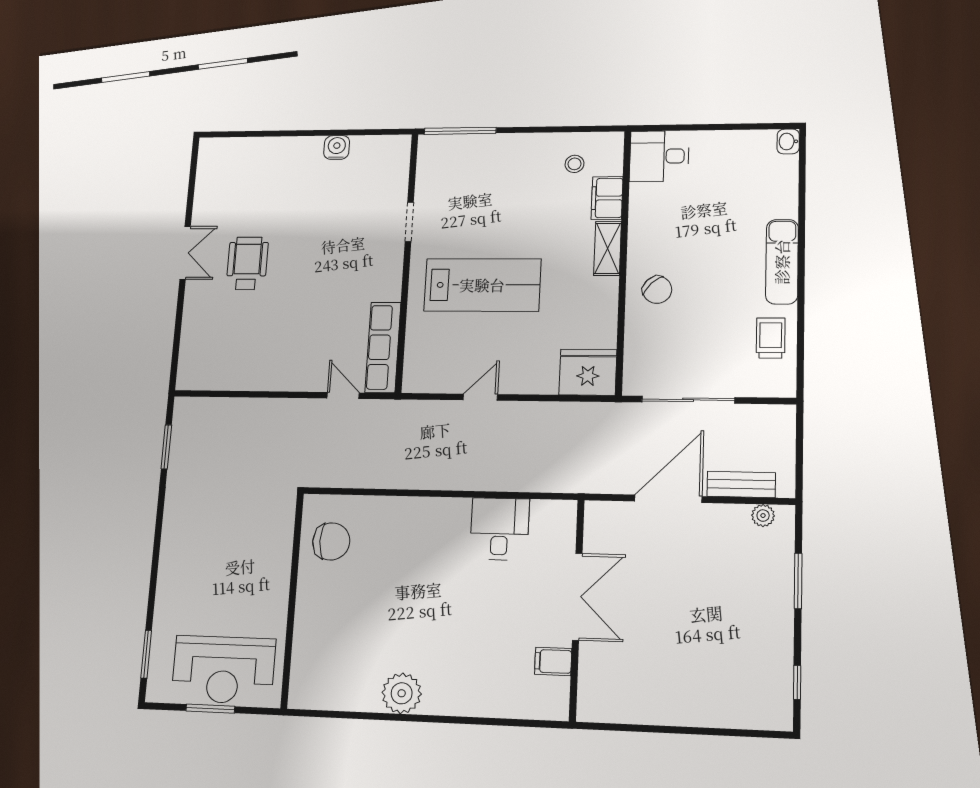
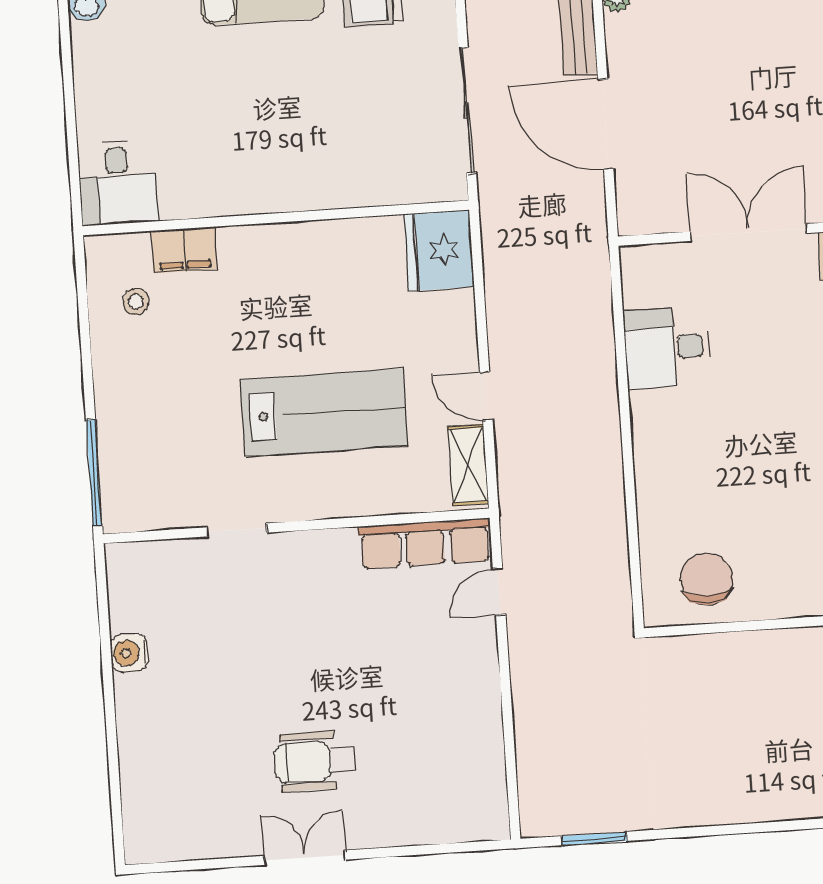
shelving: (608, 248) -> (468, 465), moved, turned 90
lab bench: (482, 285) -> (324, 413), turned 90
chair: (657, 290) -> (314, 167), removed

